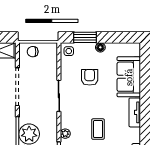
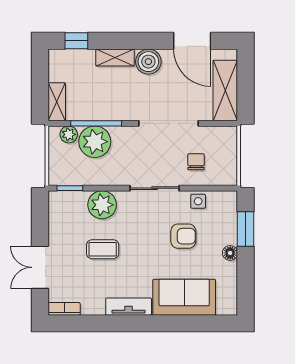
side table: (69, 51) -> (198, 201), moved
chair: (33, 52) -> (196, 162), moved
plant: (65, 134) -> (102, 205), width x1.88, depth x1.88

